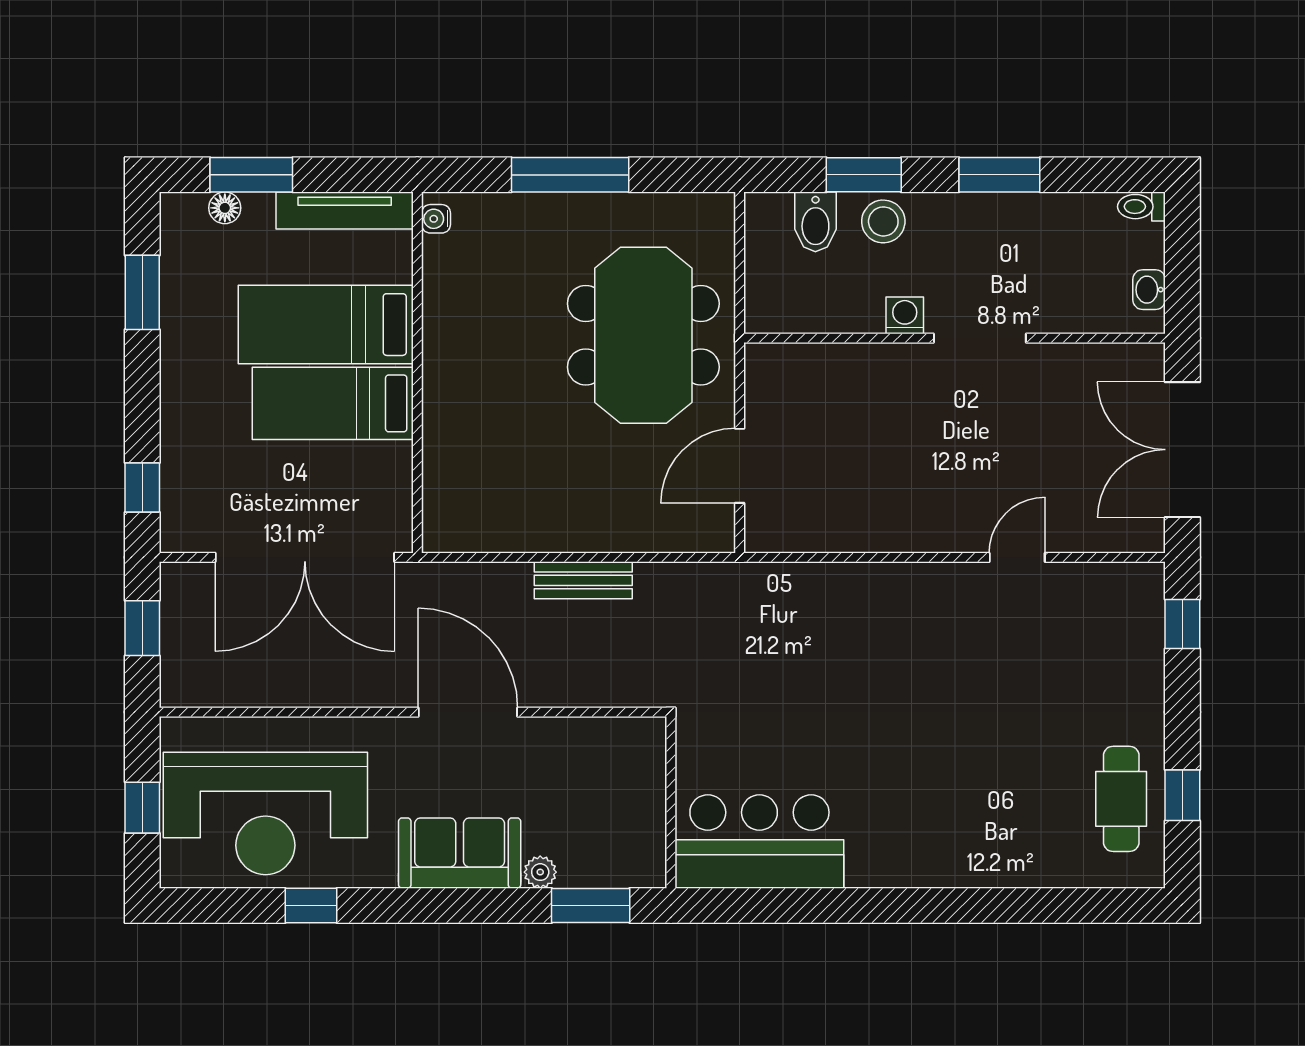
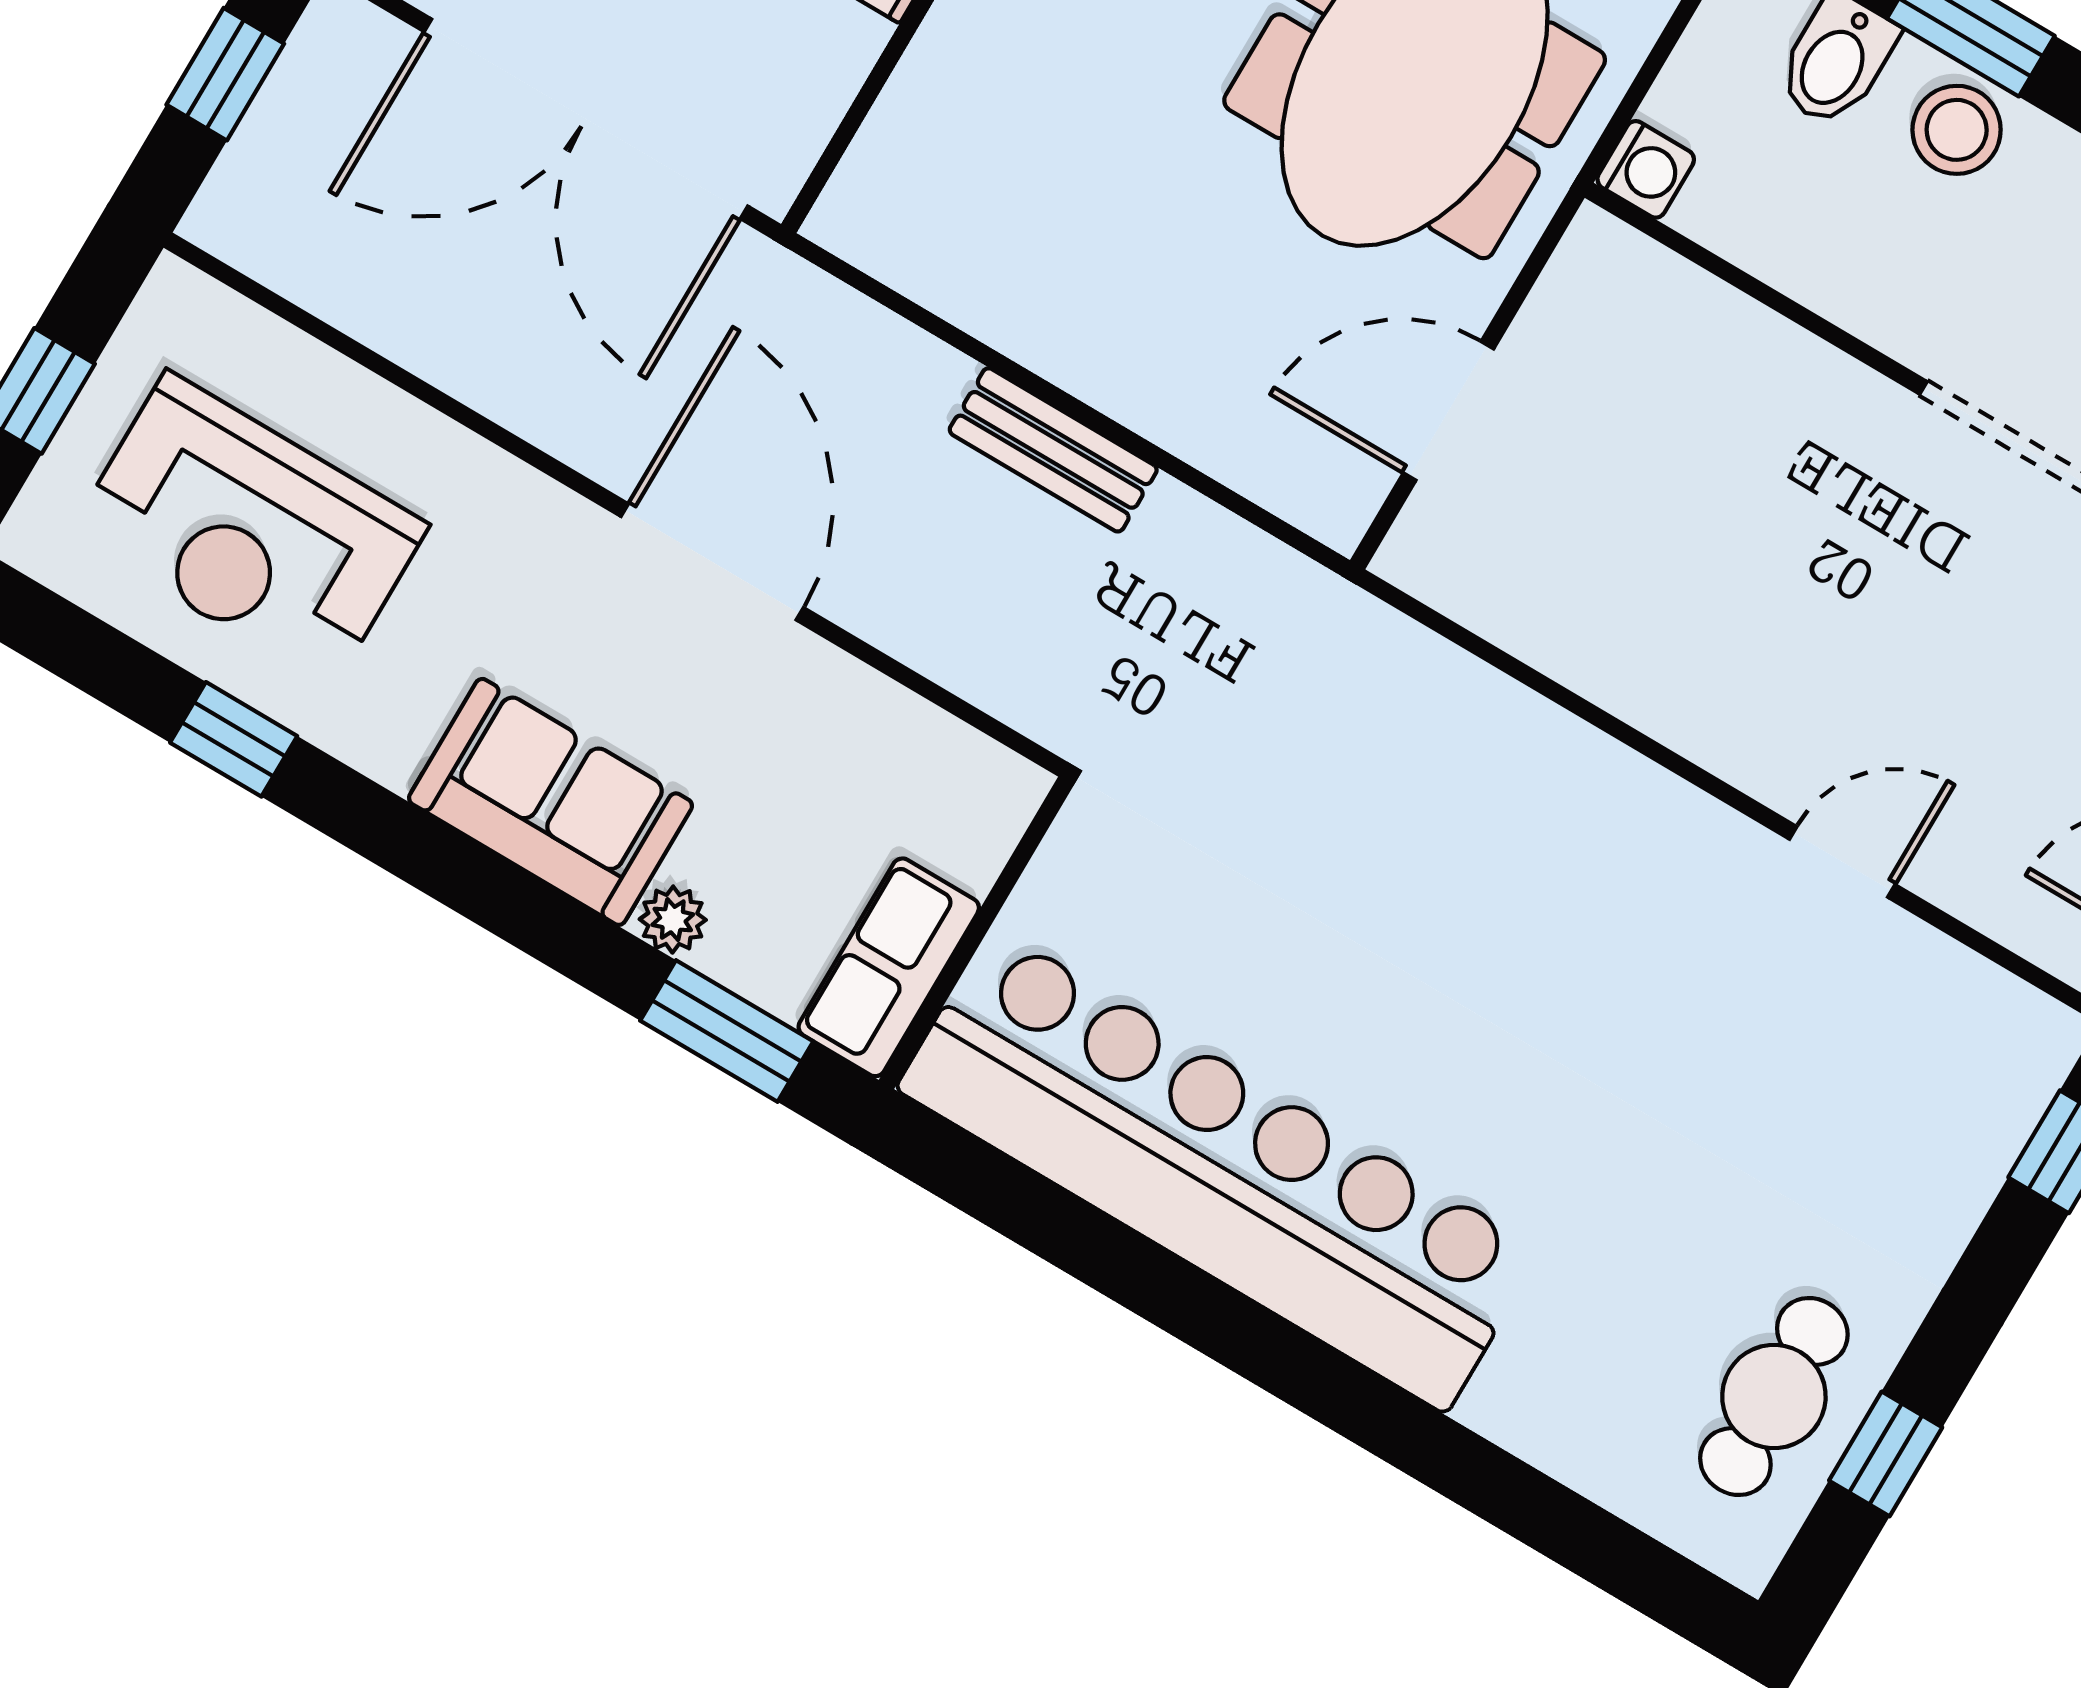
washing machine: (905, 315) -> (1646, 169), moved, turned 90
reception desk: (265, 813) -> (249, 530), width x0.74, depth x0.77
row of seats: (643, 838) -> (889, 967), added
bar counter: (759, 841) -> (1219, 1170), width x1.86

